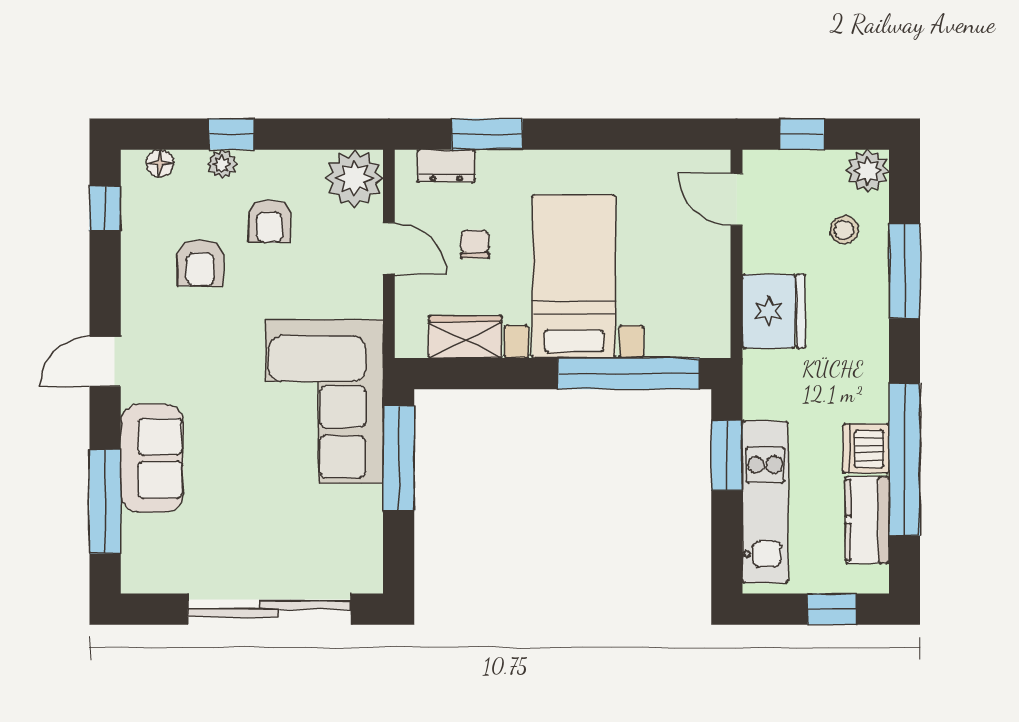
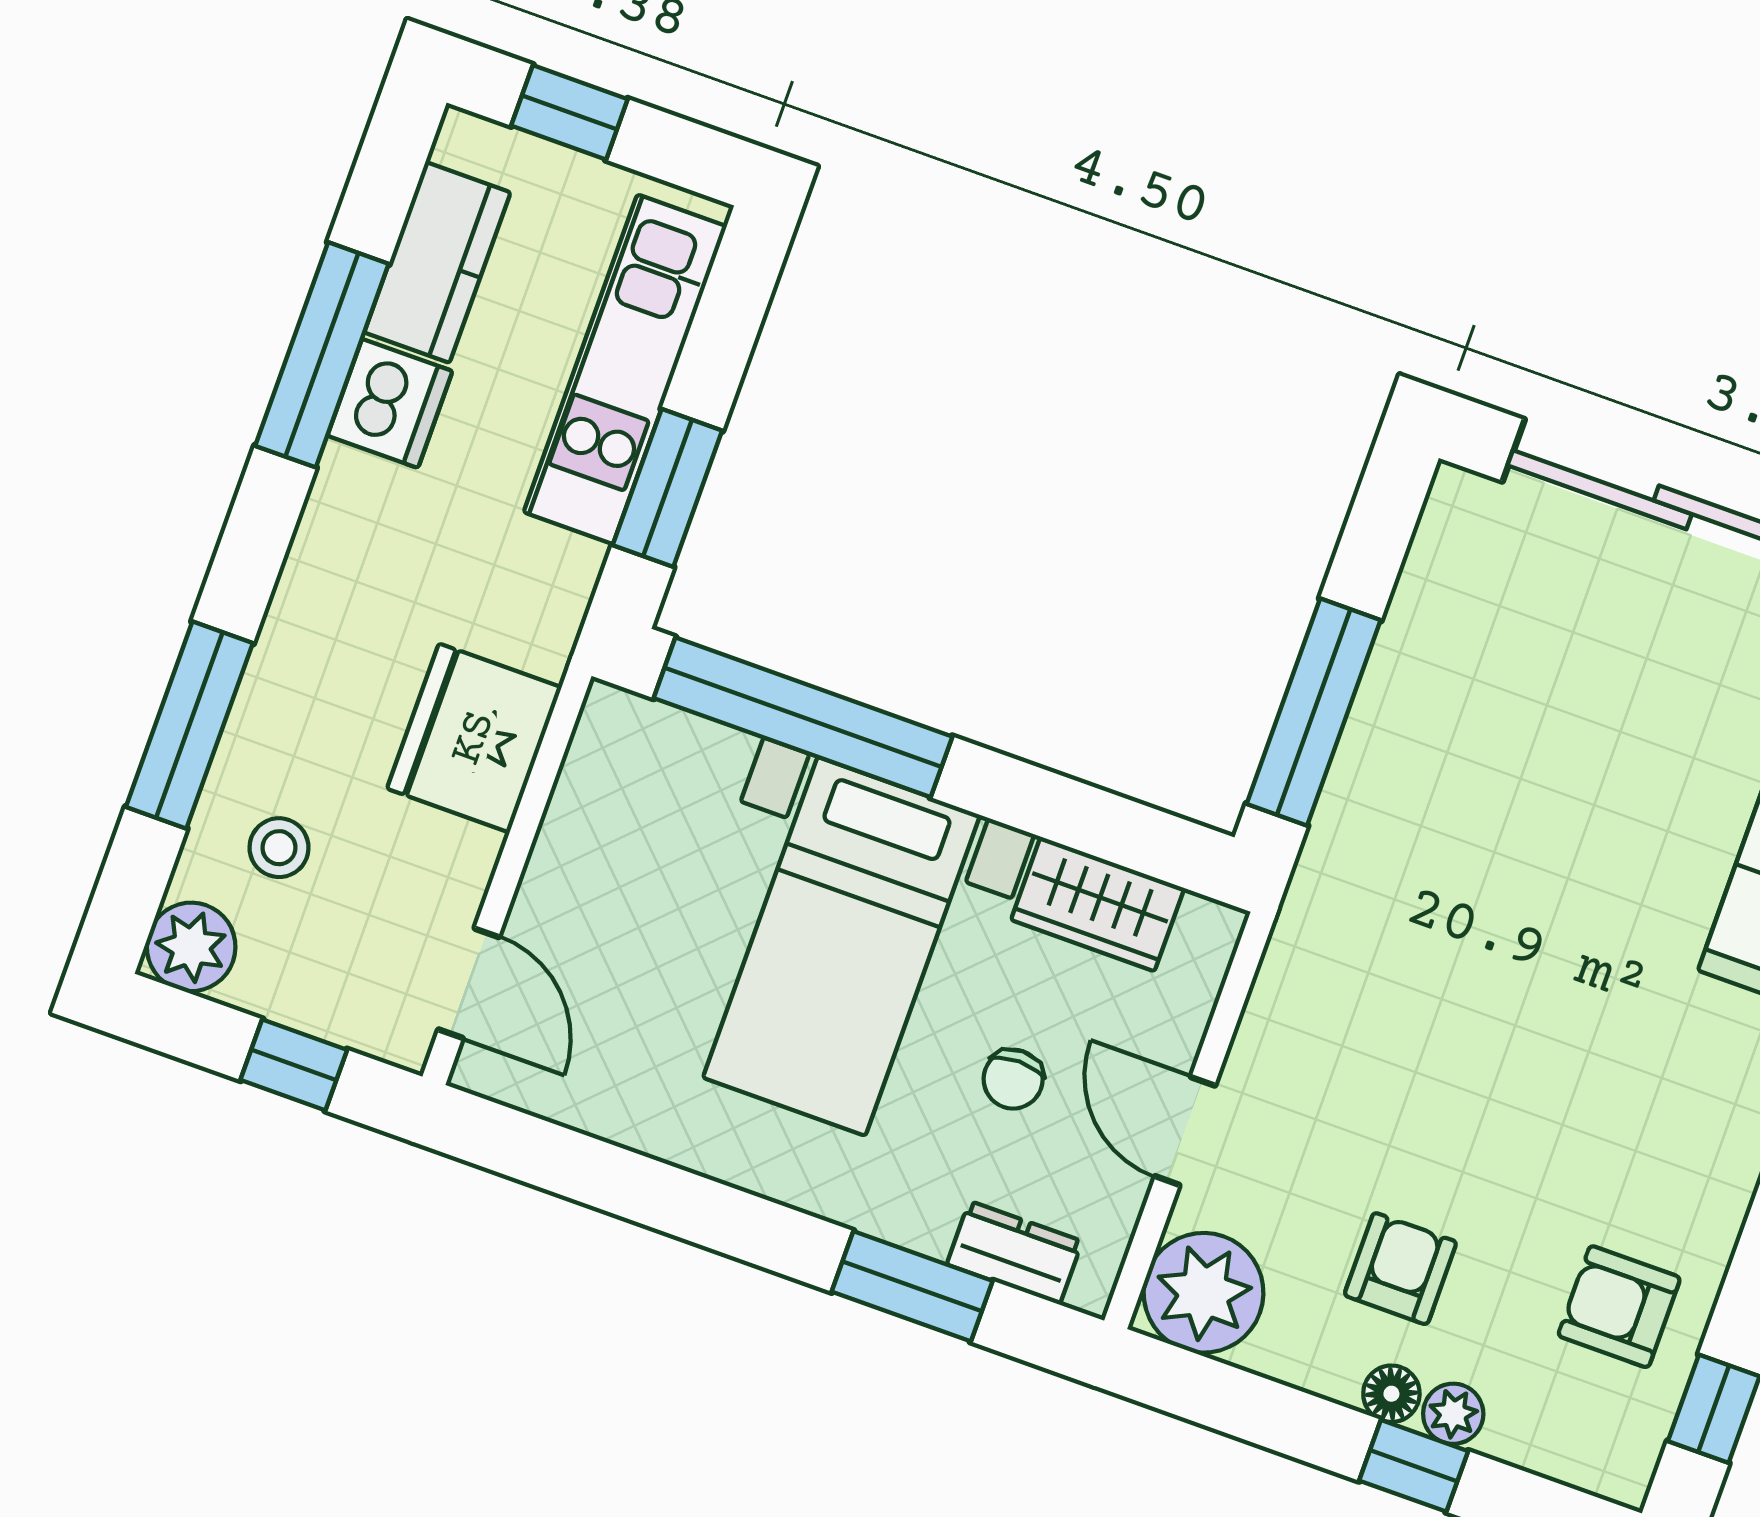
floor lamp: (160, 163) -> (1391, 1394), moved
armchair: (200, 263) -> (1619, 1307), moved, turned -90
corner sofa: (325, 401) -> (1419, 876), removed
window: (904, 460) -> (322, 355), width x0.68

